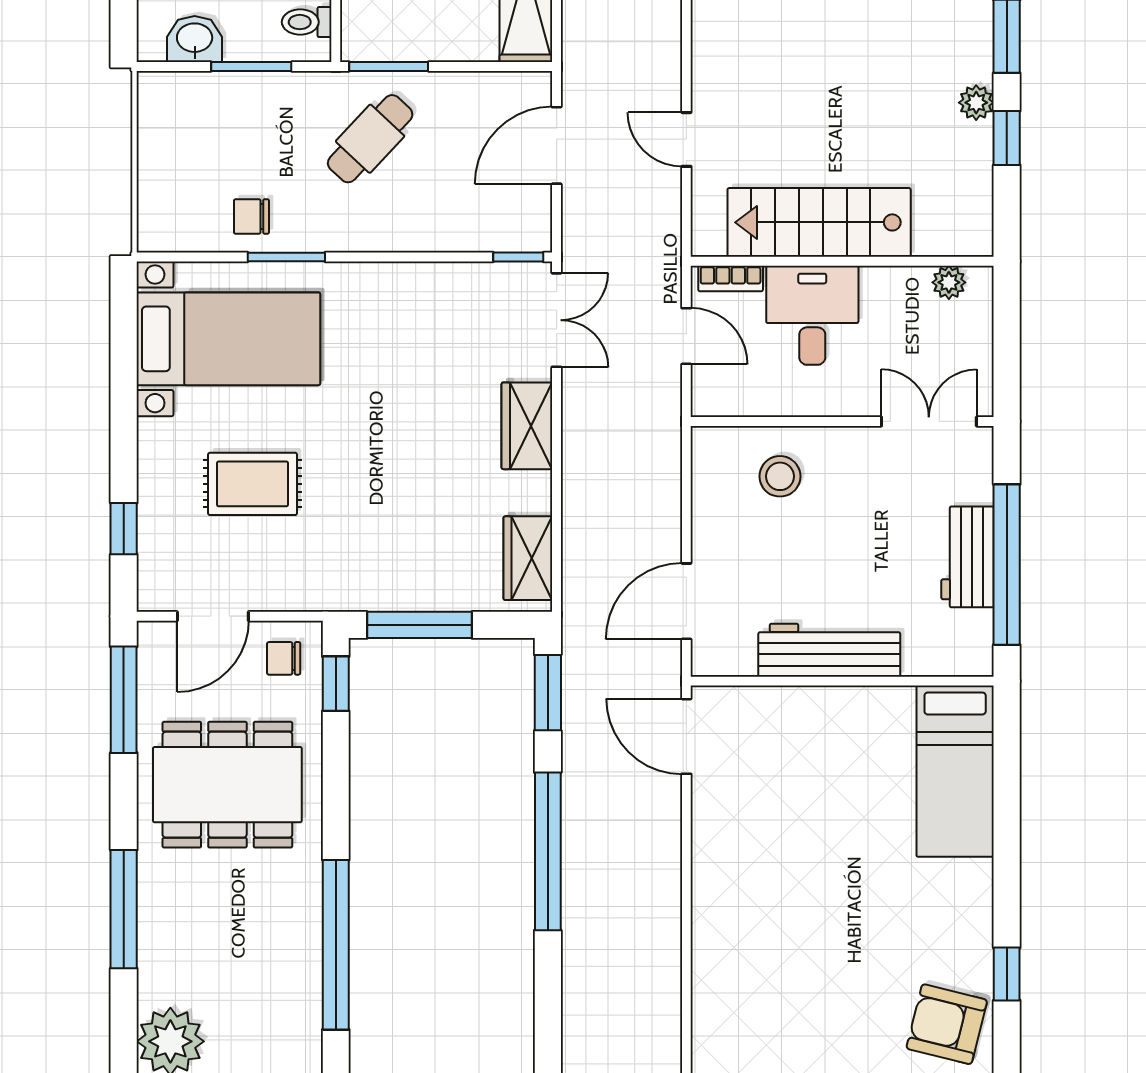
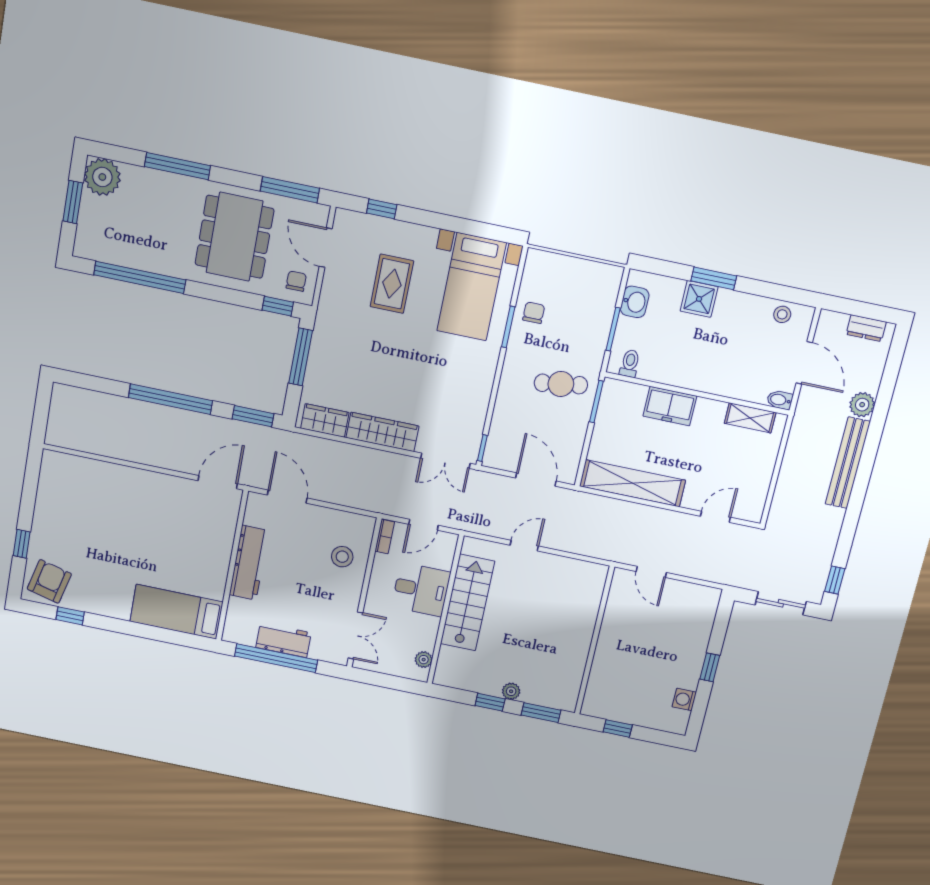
cafe table: (370, 139) -> (561, 384), turned -51
bookcase: (731, 279) -> (385, 537), moved, turned 180
wardrobe: (527, 426) -> (382, 432), width x1.50

